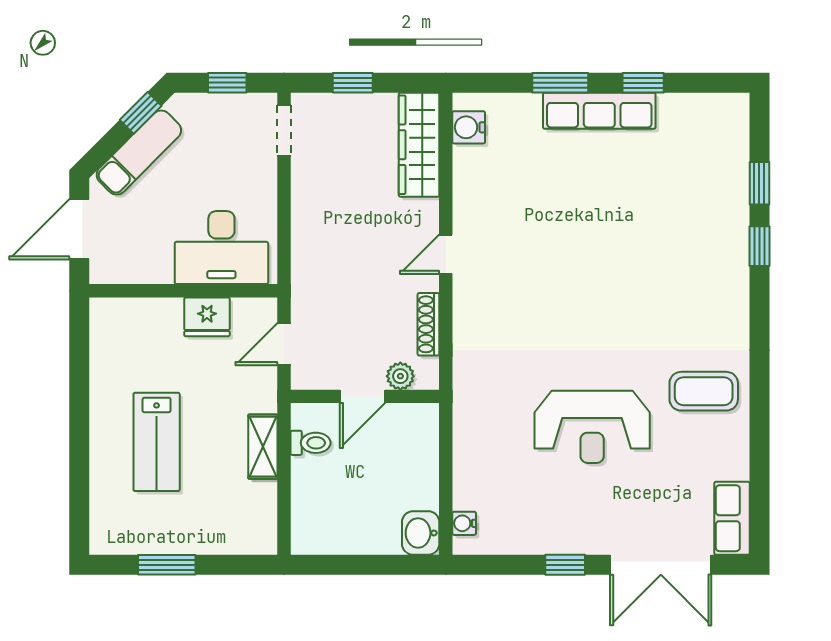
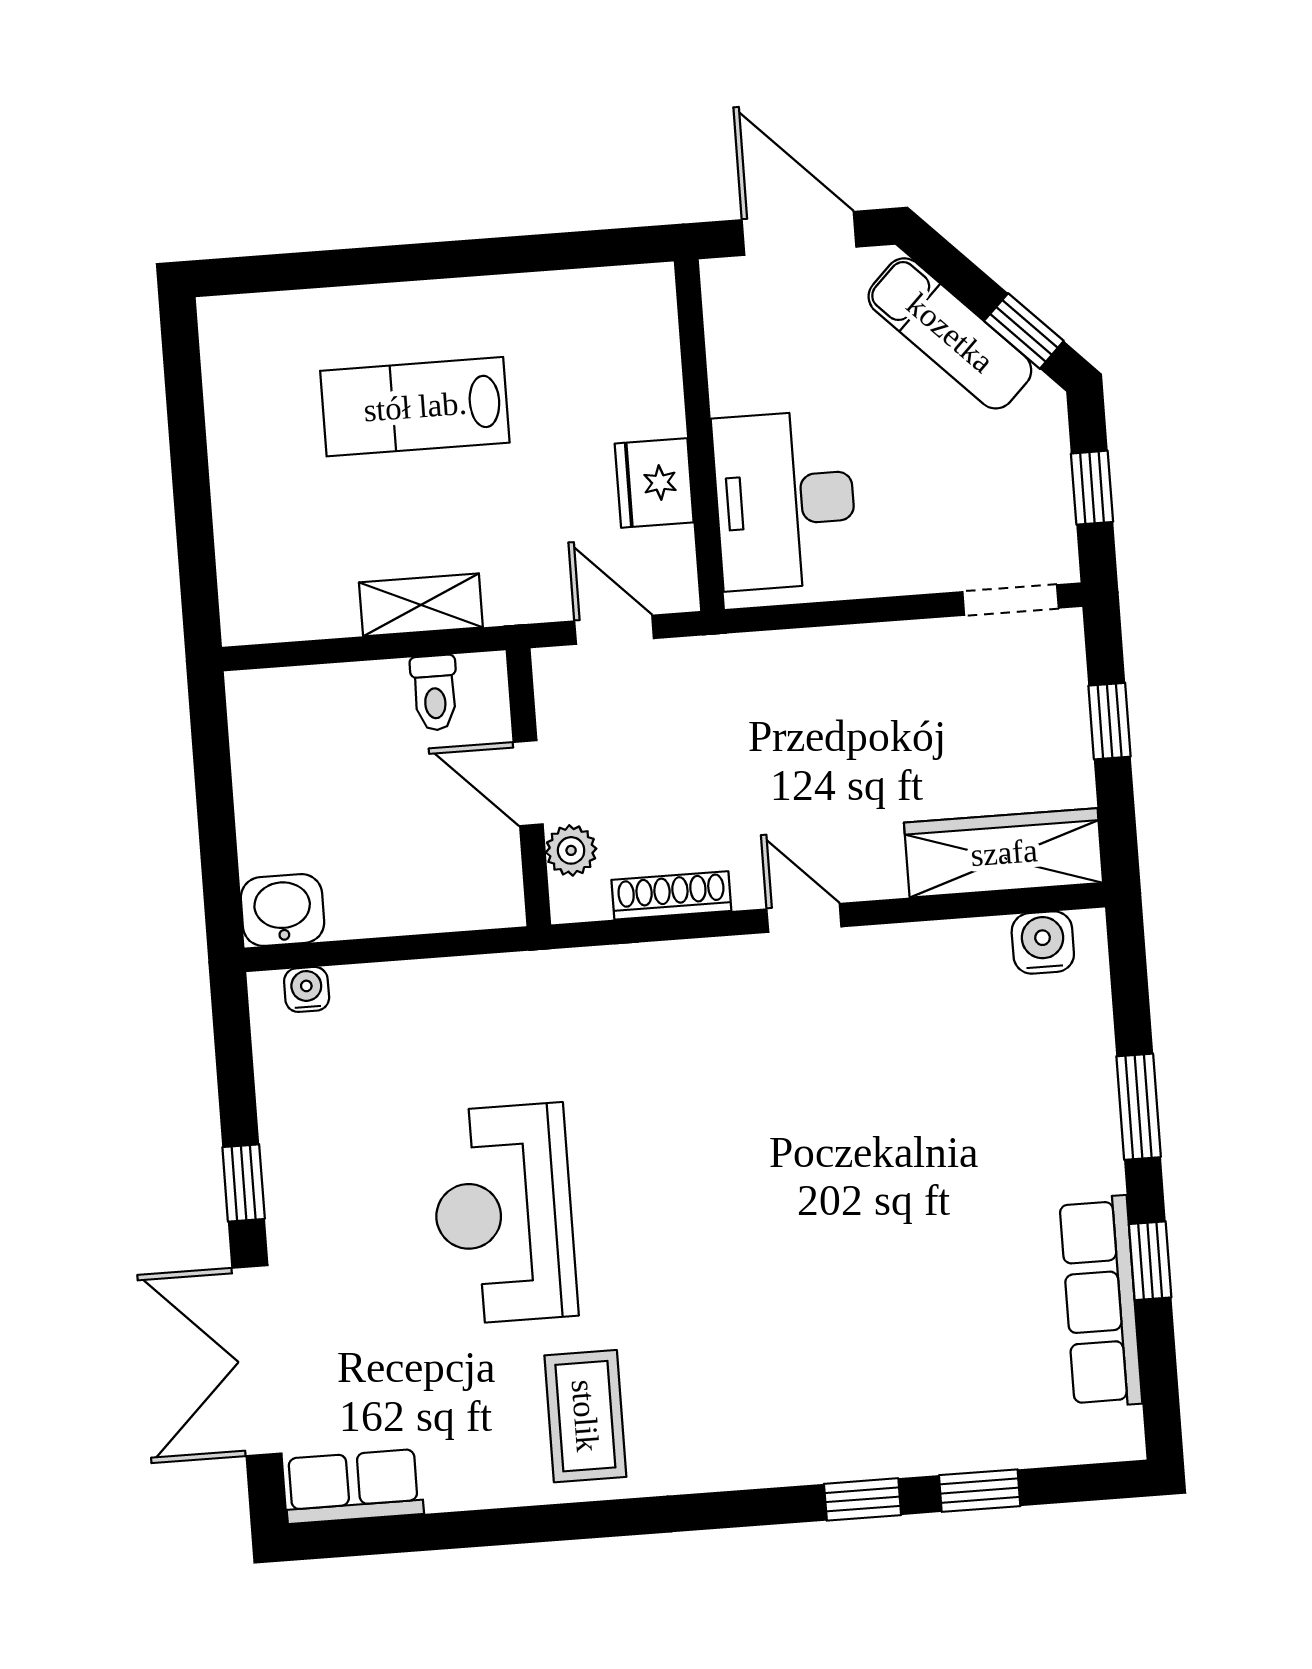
row of seats: (599, 111) -> (1101, 1302), moved
window: (167, 565) -> (188, 443), removed

